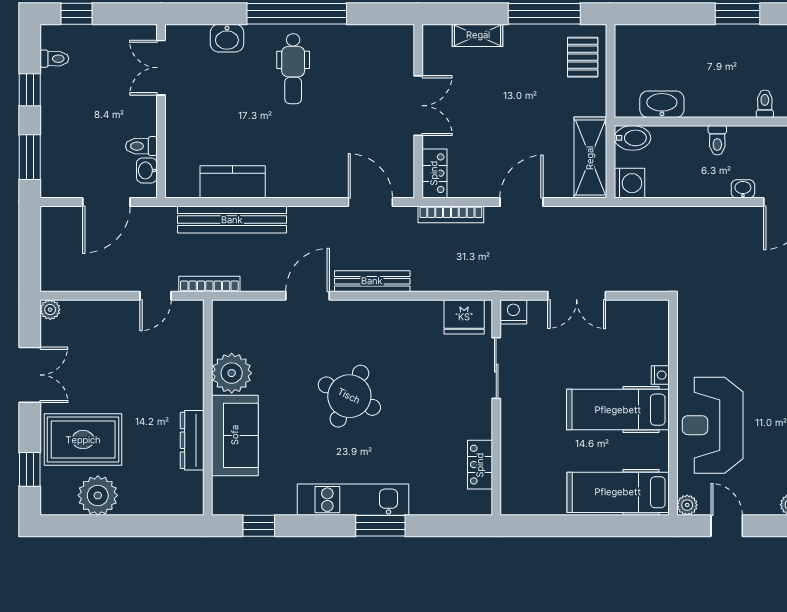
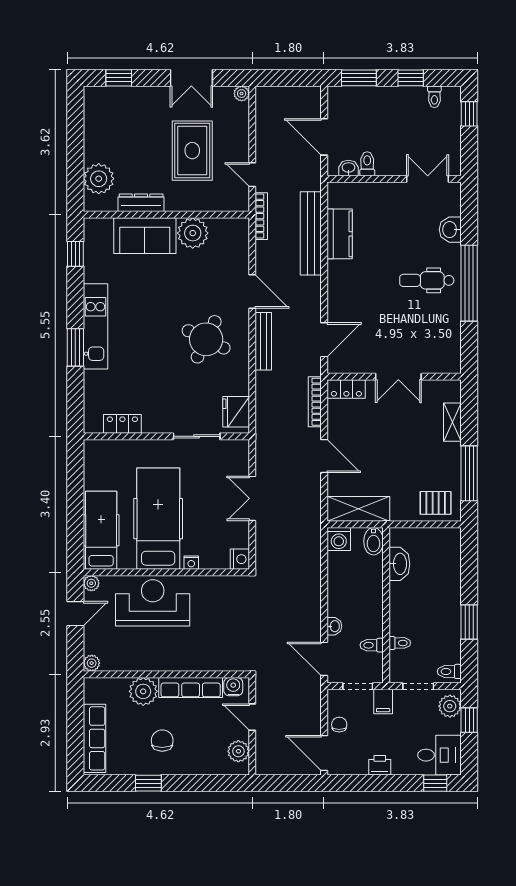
toilet: (717, 140) -> (372, 645), moved
nightstand: (513, 312) -> (240, 559), moved
round table: (349, 396) -> (206, 339), moved
hospital bed: (618, 410) -> (158, 519), width x1.37, depth x1.29
rug: (83, 440) -> (192, 151), moved
plant: (98, 495) -> (99, 179), moved

